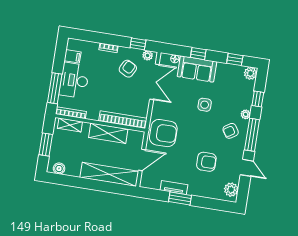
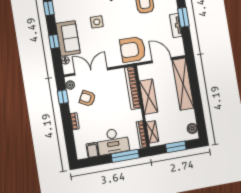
armchair: (163, 133) -> (133, 50), turned -90

